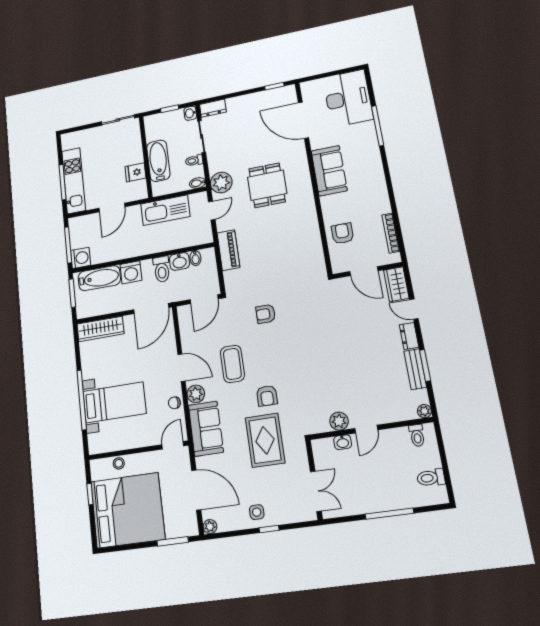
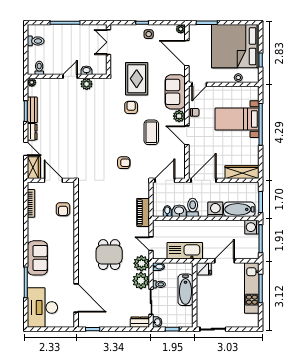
plant: (219, 160) -> (141, 281), added
sofa: (329, 171) -> (37, 258), moved, turned 180
fridge: (135, 172) -> (204, 269), moved
door: (212, 211) -> (151, 244), hinge flipped

